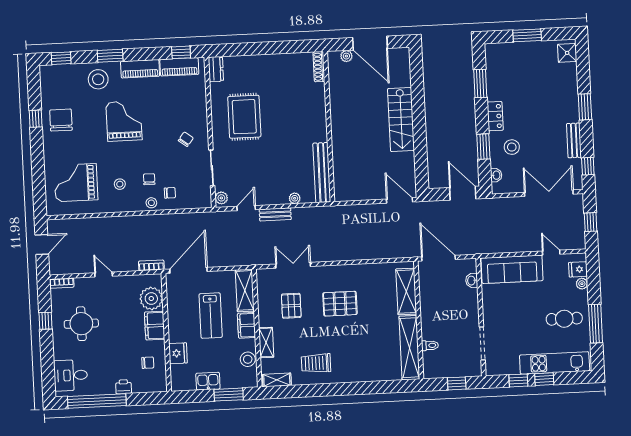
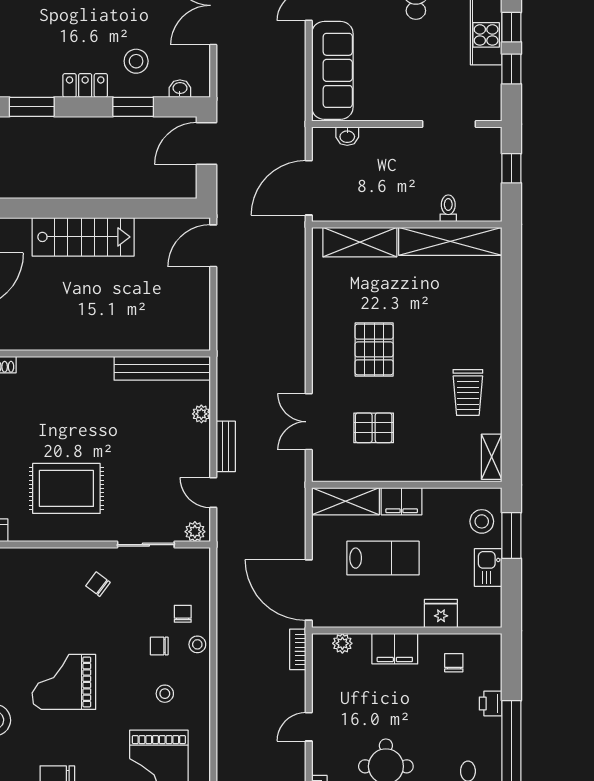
plant: (151, 299) -> (342, 643), width x0.53, depth x0.53
shelving: (266, 342) -> (431, 471), removed
stool: (248, 359) -> (482, 521), moved

